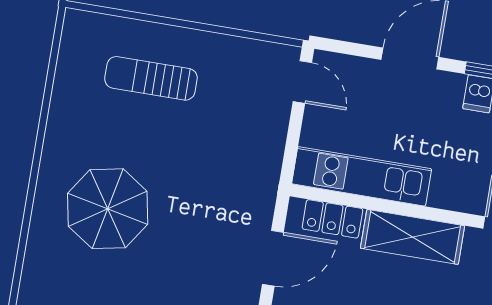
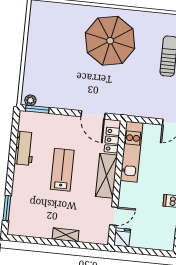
parasol: (108, 209) -> (110, 41), width x1.36, depth x1.36

